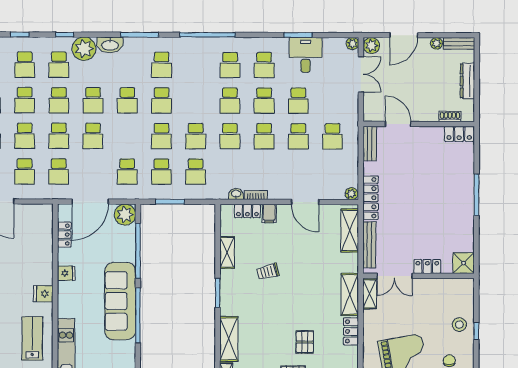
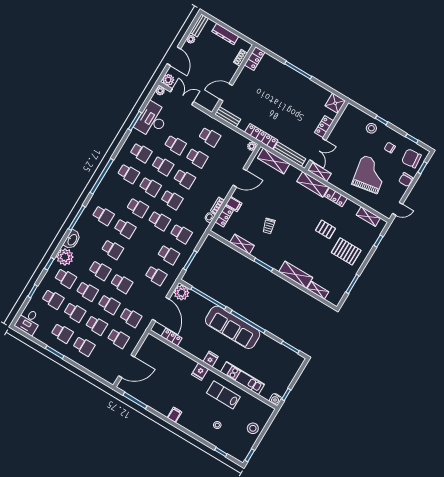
desk: (306, 55) -> (152, 120), width x1.37
school desk: (161, 136) -> (138, 208), moved
fridge: (66, 273) -> (211, 359), moved

